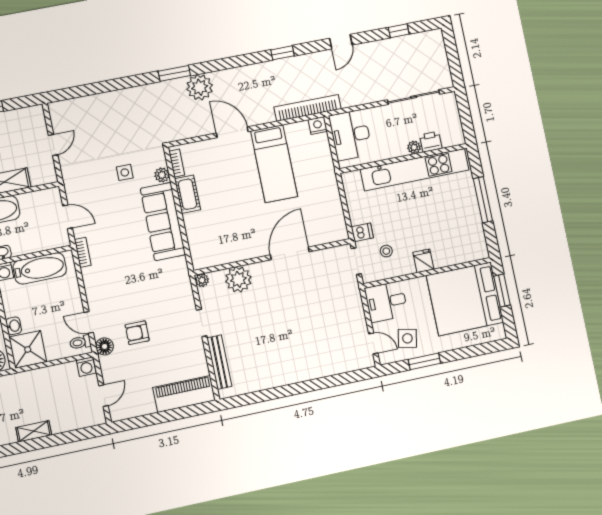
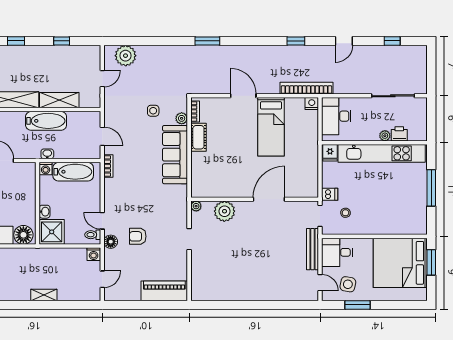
plant: (200, 87) -> (126, 56), moved
fridge: (423, 261) -> (330, 153), moved, turned 180
bench: (219, 362) -> (313, 249), moved

